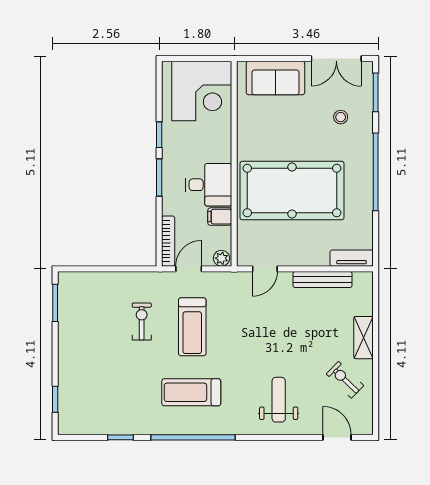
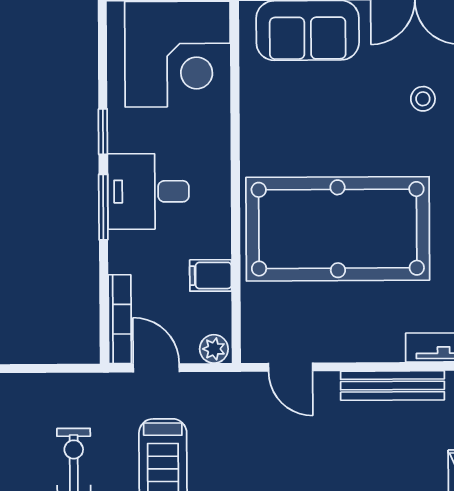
desk: (209, 185) -> (148, 191), moved, turned 180
door: (189, 269) -> (156, 368), hinge flipped
door: (265, 269) -> (291, 367), hinge flipped

